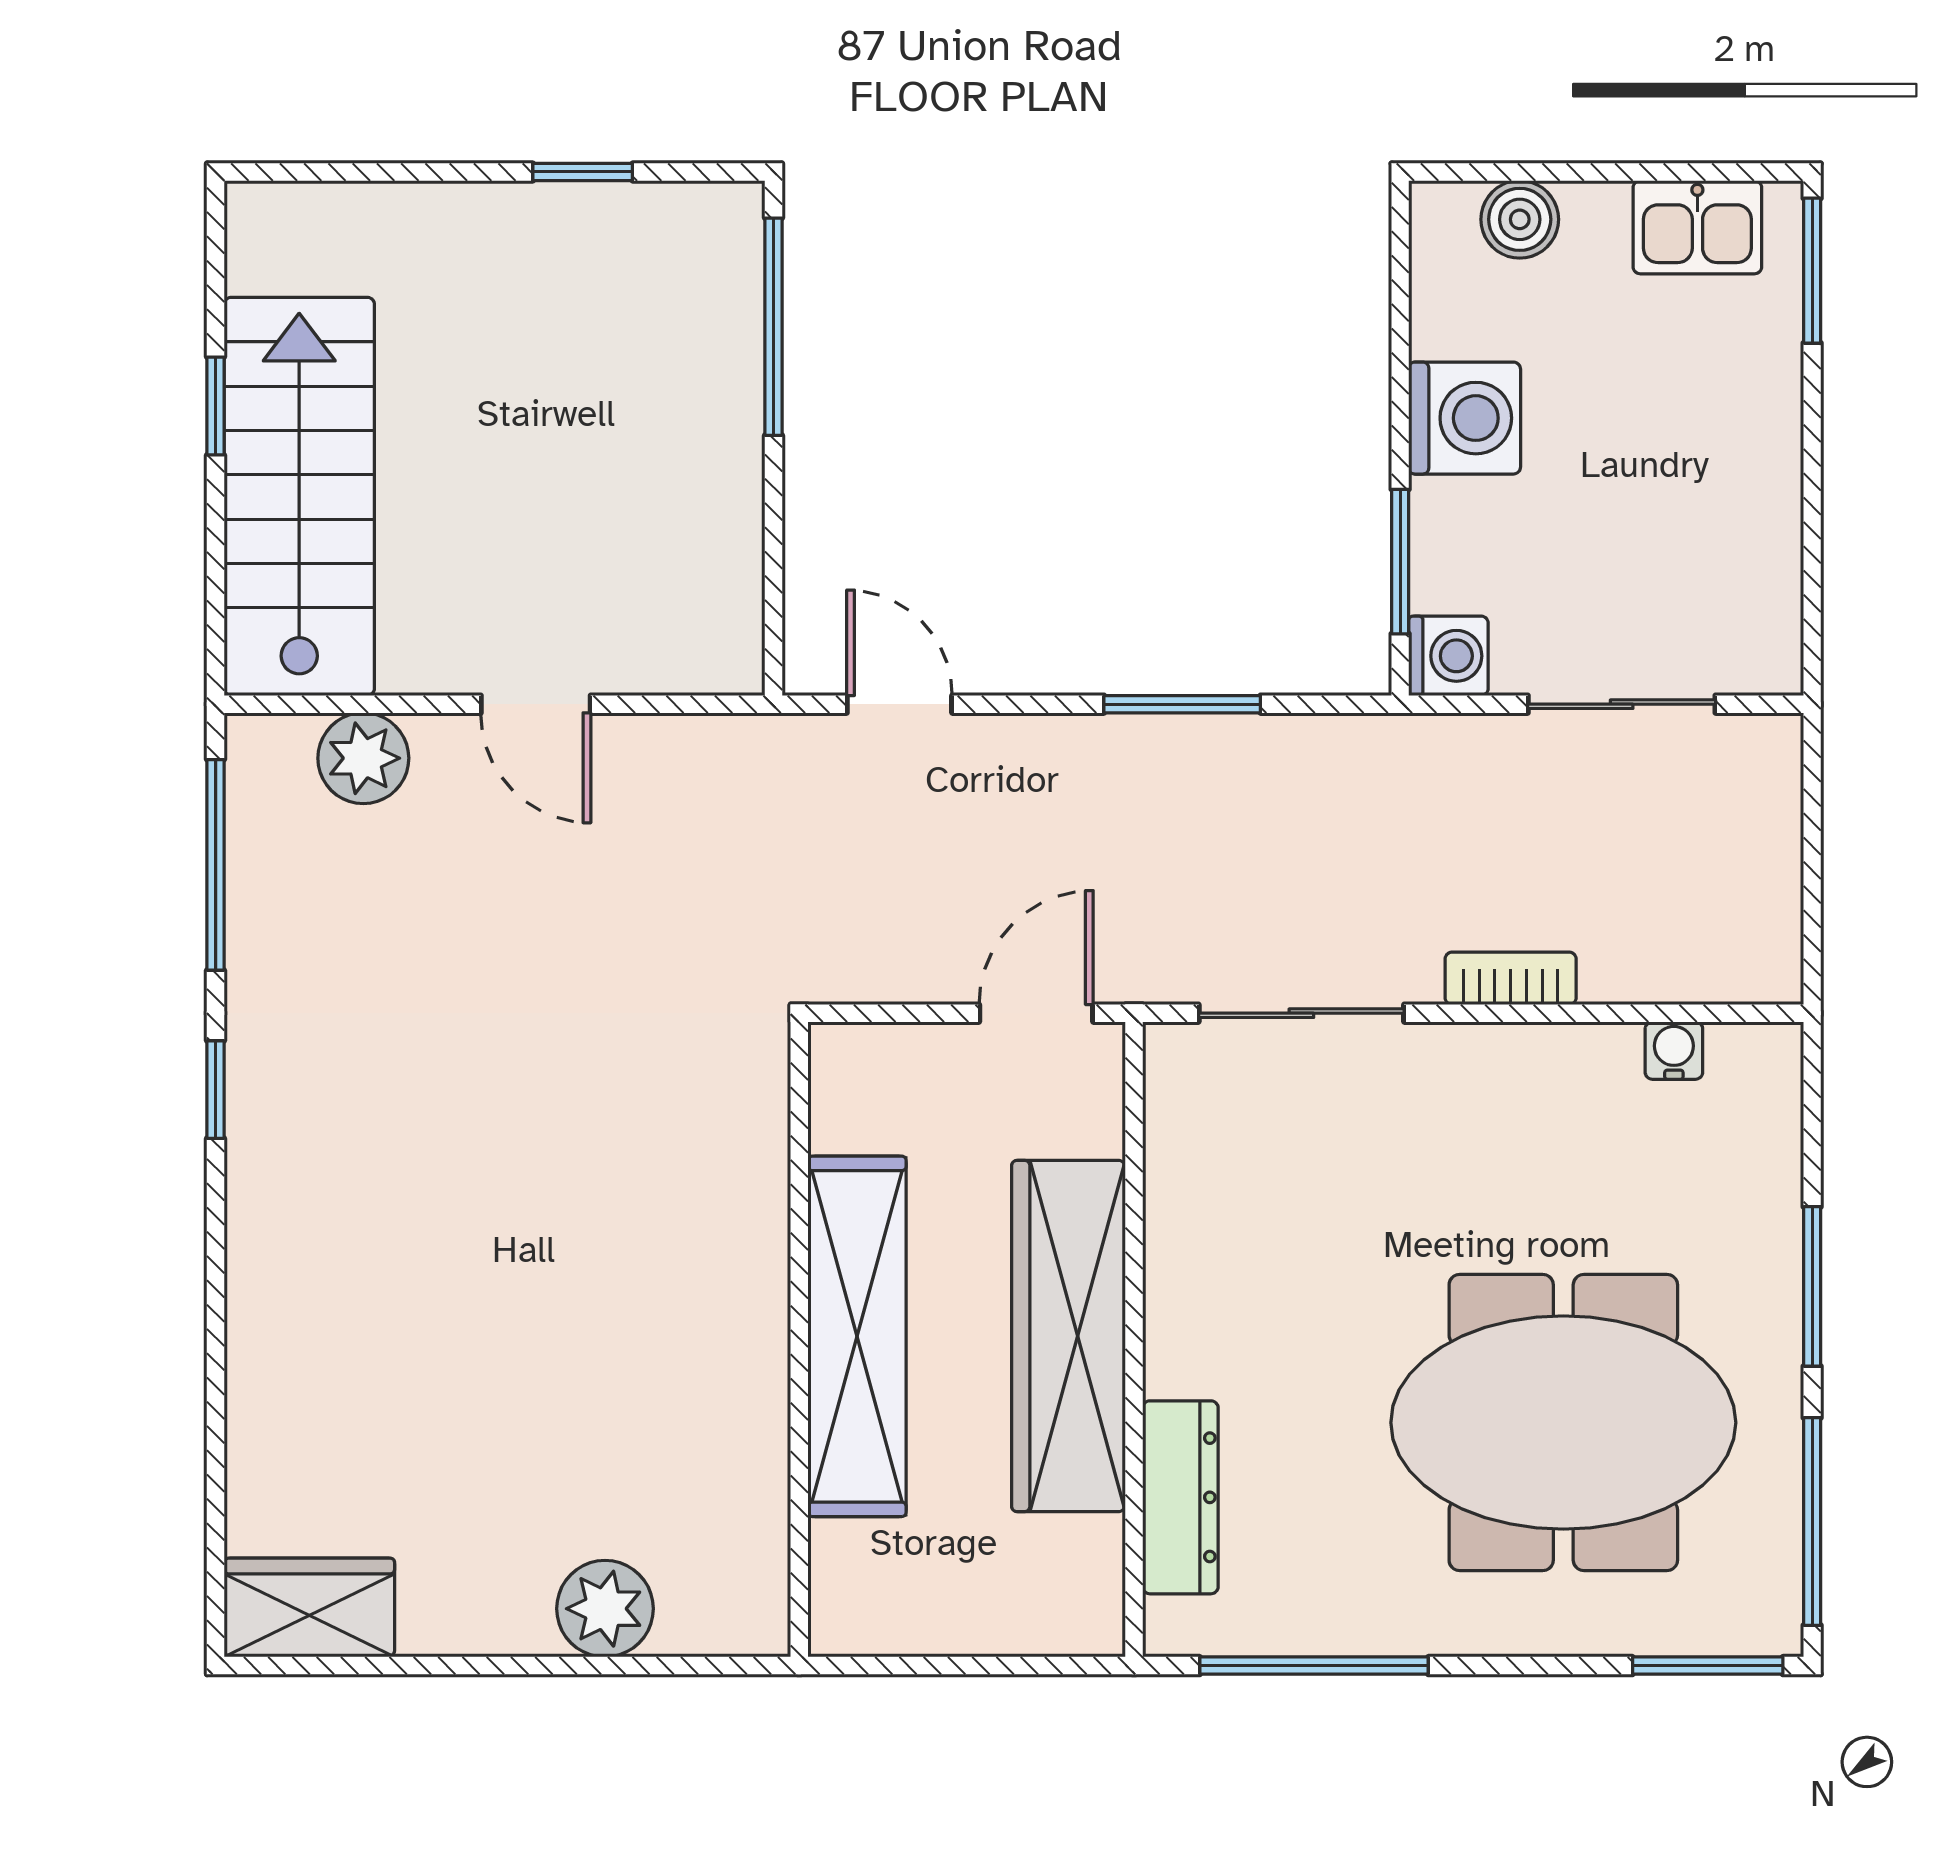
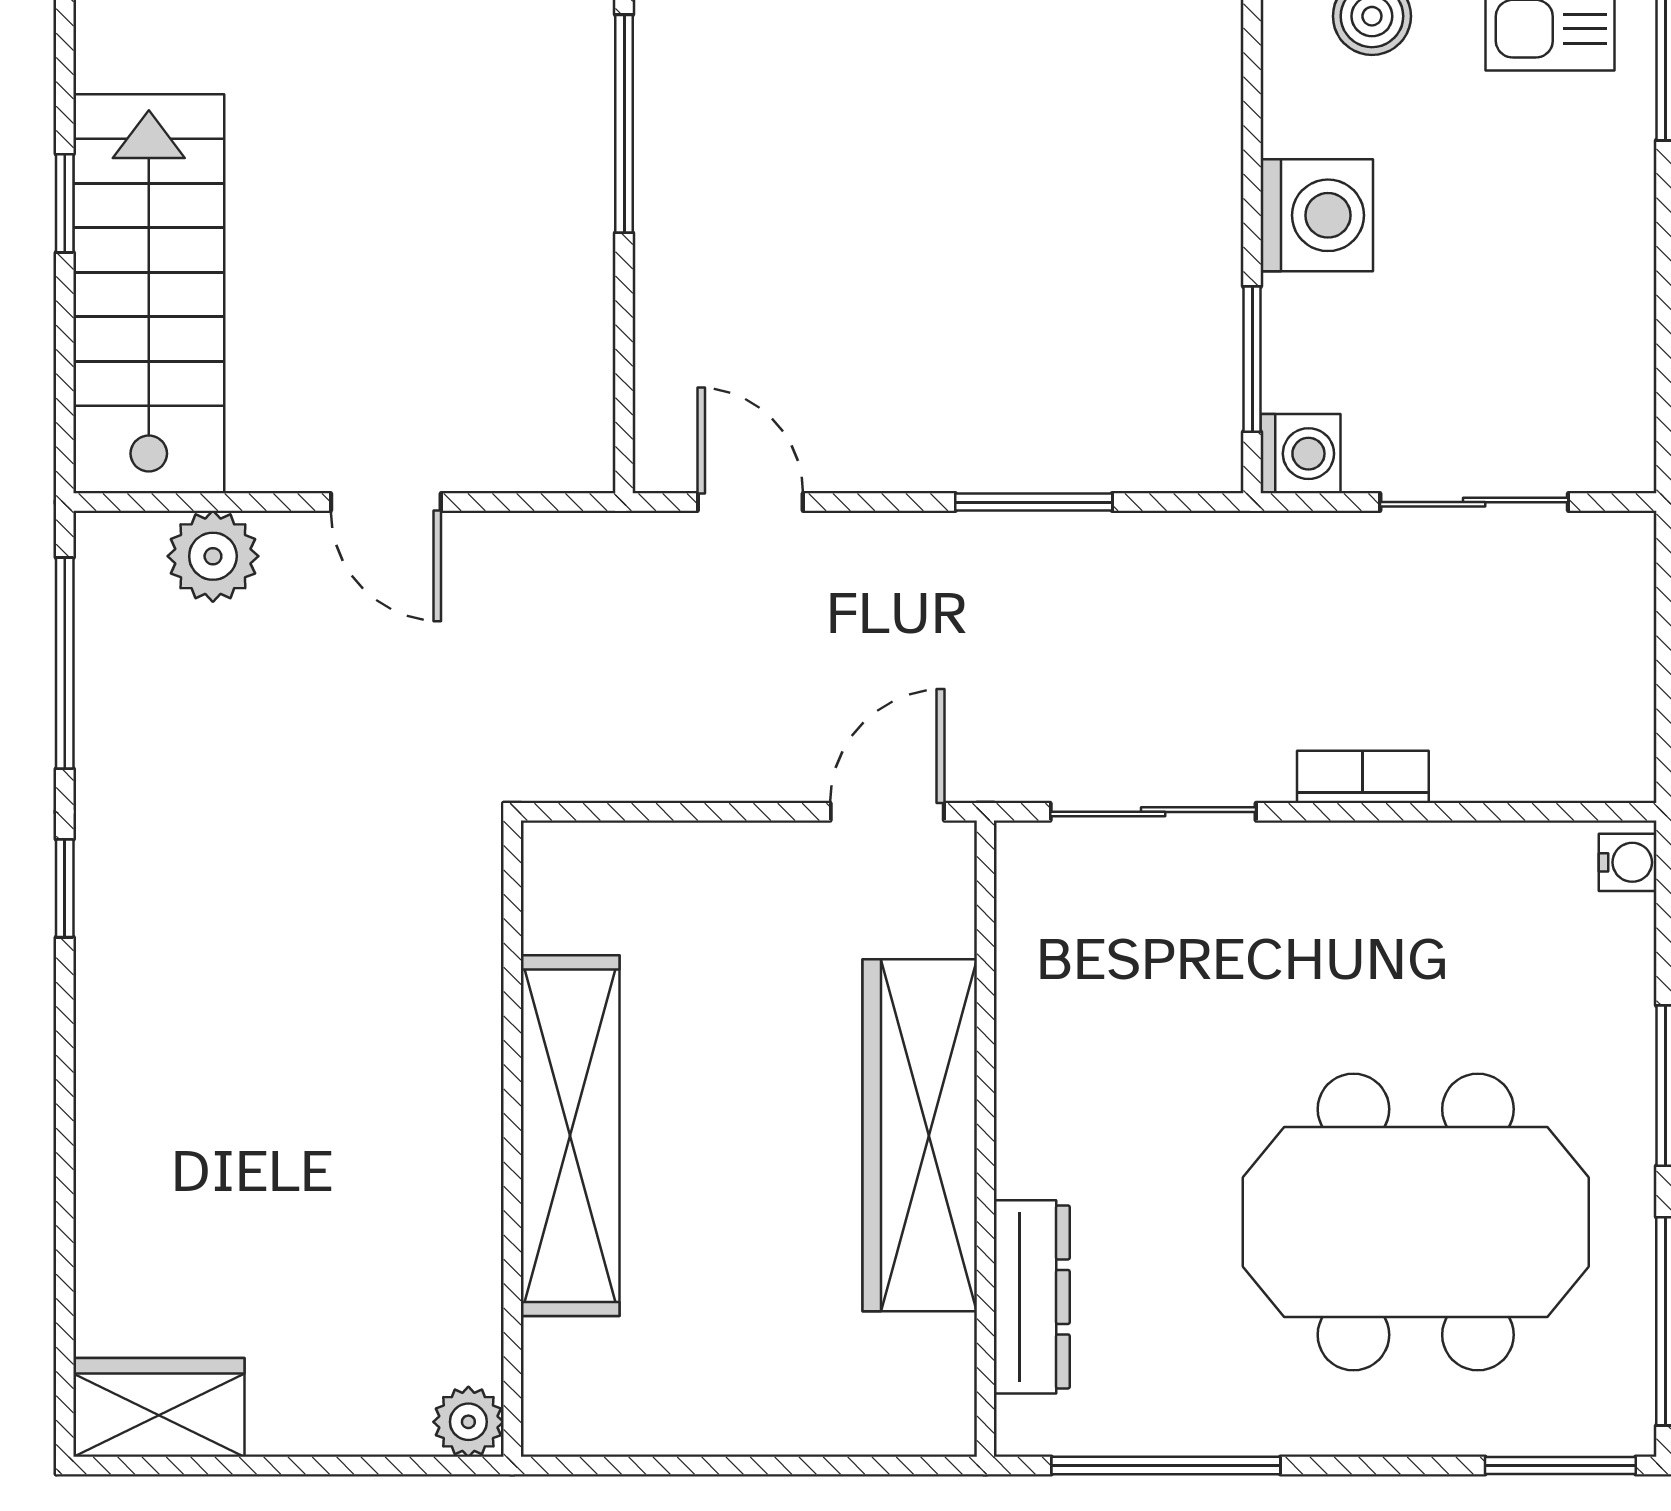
water cooler: (1674, 1051) -> (1628, 862), moved, turned 90
shelving: (857, 1336) -> (570, 1136), moved
wall: (799, 1339) -> (512, 1139), moved
plant: (605, 1609) -> (468, 1422), width x0.73, depth x0.73

